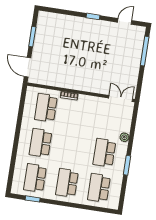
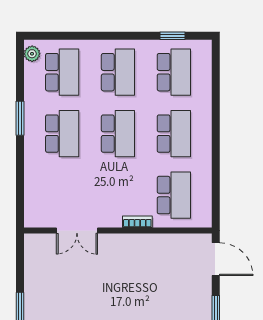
double door: (121, 98) -> (77, 231), moved
plant: (124, 137) -> (32, 54), moved
school desk: (72, 148) -> (118, 134), added

